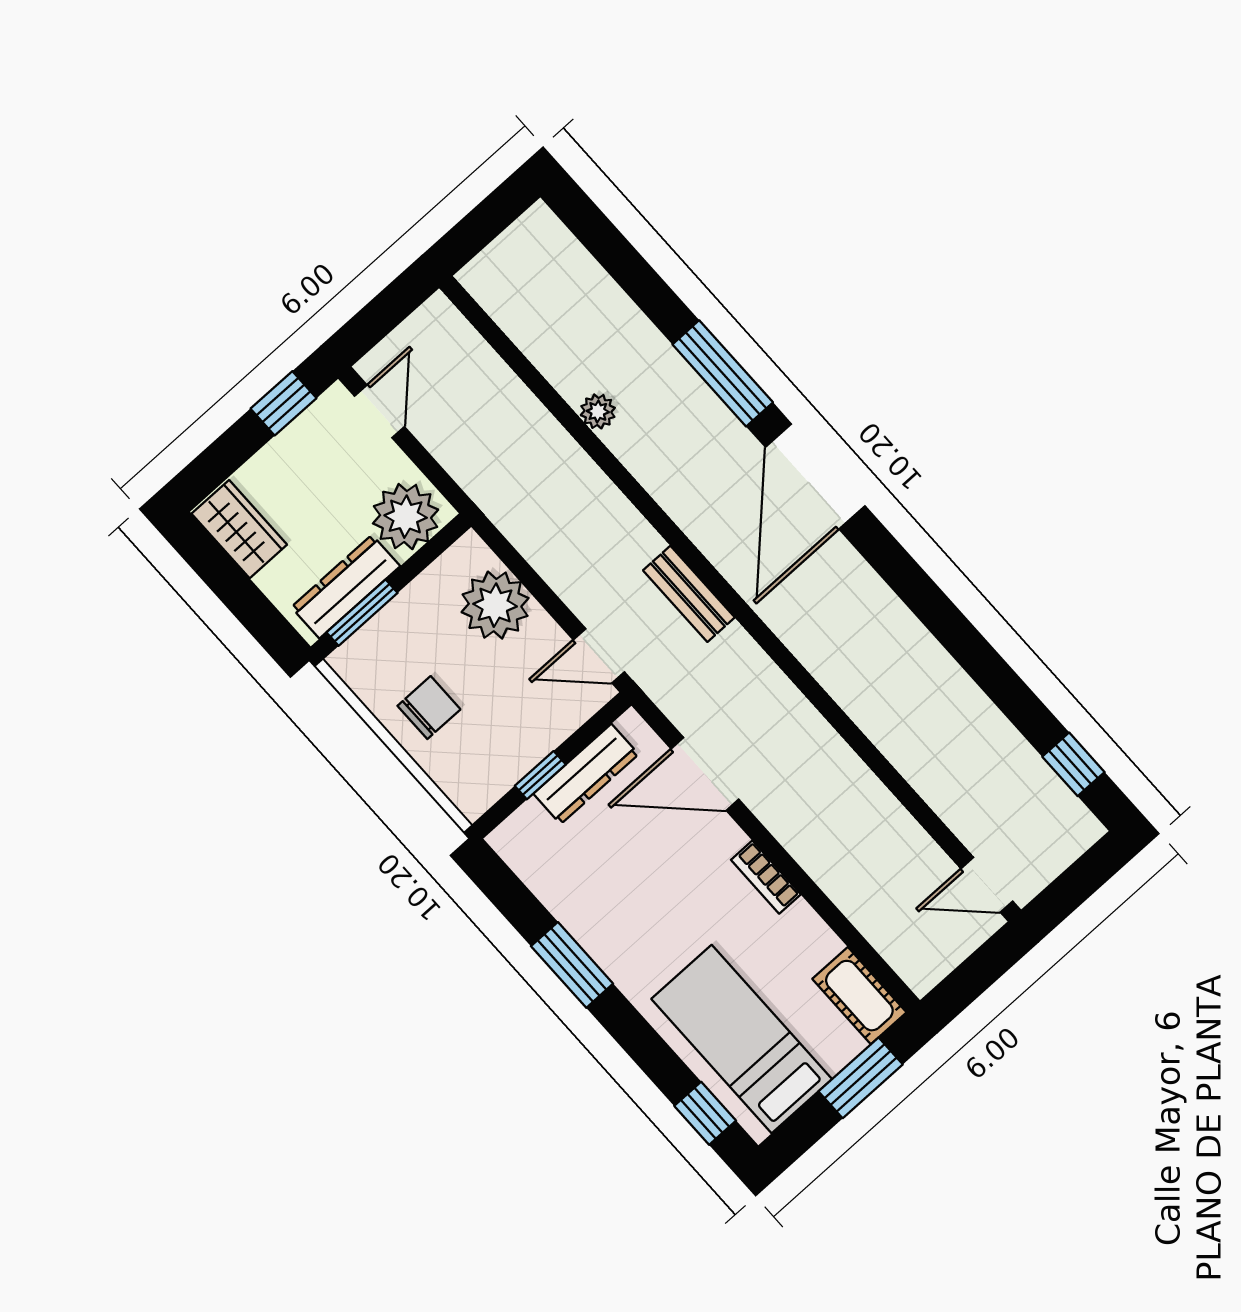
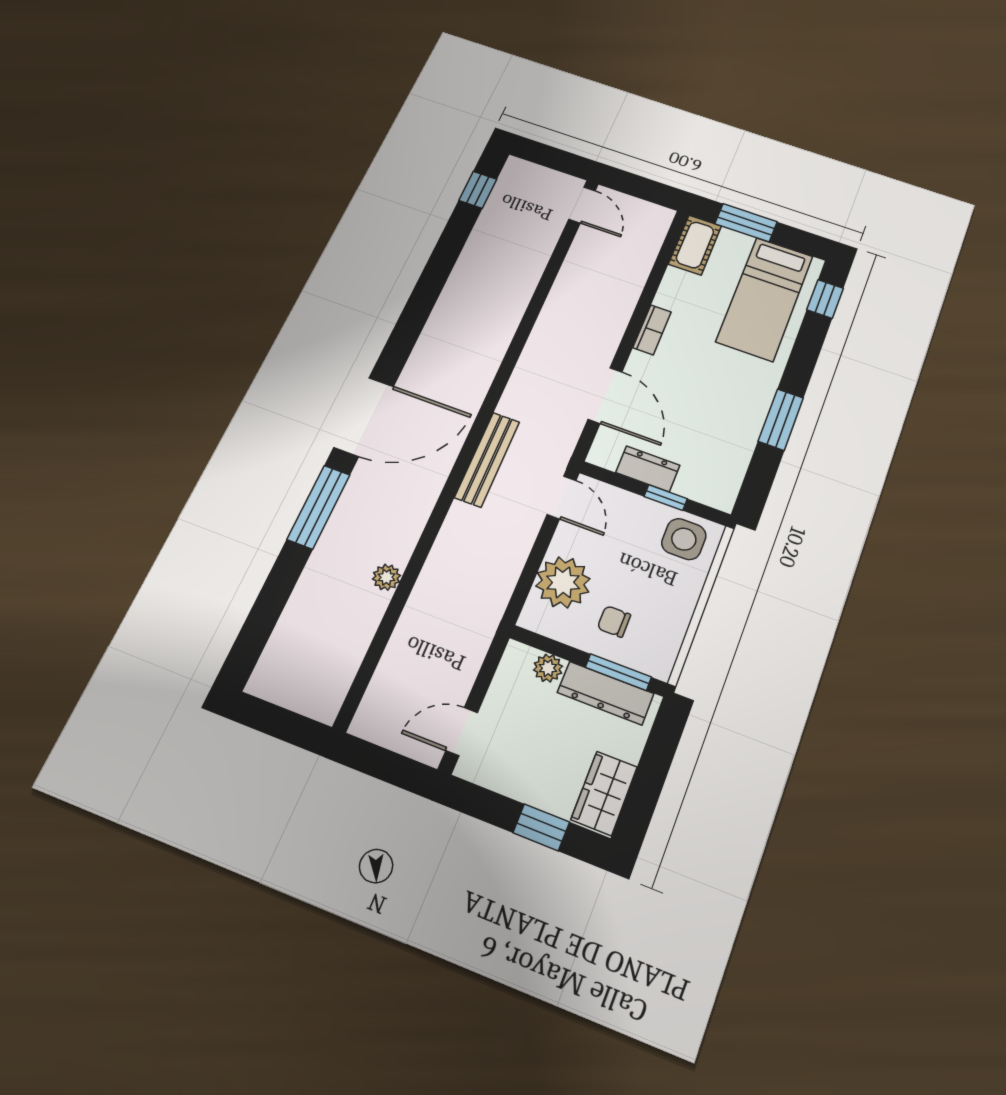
window: (283, 403) -> (541, 827), moved
plant: (406, 517) -> (548, 668), width x0.53, depth x0.53
bench: (689, 594) -> (487, 460), width x1.36
chair: (429, 708) -> (614, 621), moved, width x0.73, depth x0.73
side table: (480, 768) -> (684, 539), added
dresser: (586, 774) -> (648, 469), width x0.70

